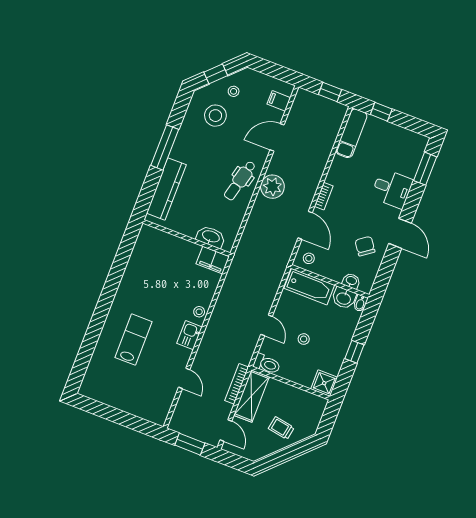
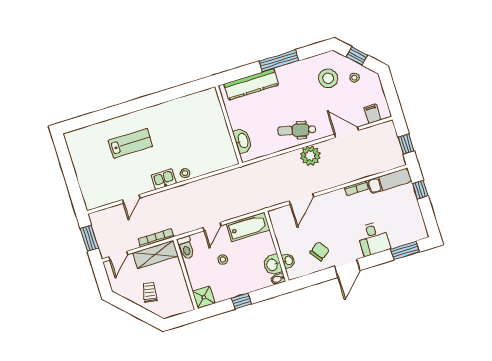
bookcase: (324, 196) -> (356, 188), moved
stool: (309, 258) -> (281, 219), removed
filing cabinet: (213, 260) -> (228, 155), removed
bathtub: (309, 287) -> (248, 227), moved, turned -90

